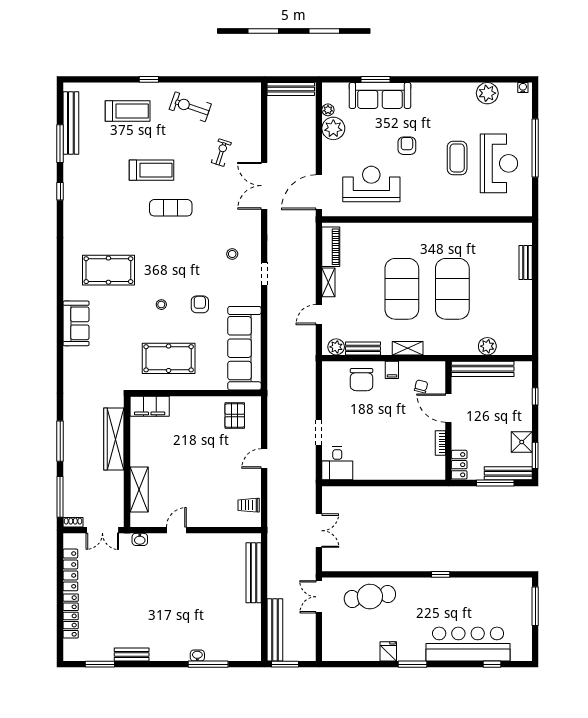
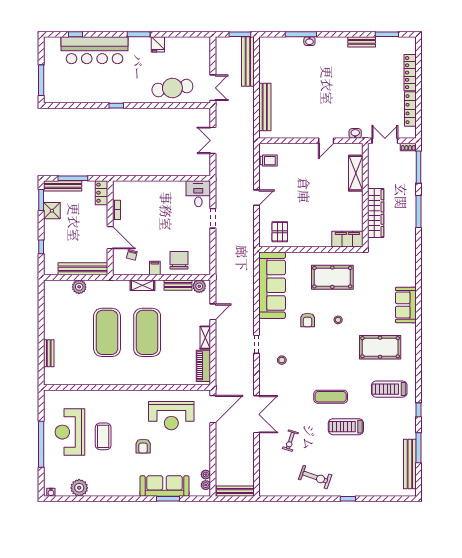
treadmill: (128, 111) -> (389, 389), moved
plant: (333, 128) -> (206, 485), moved, width x0.53, depth x0.53

